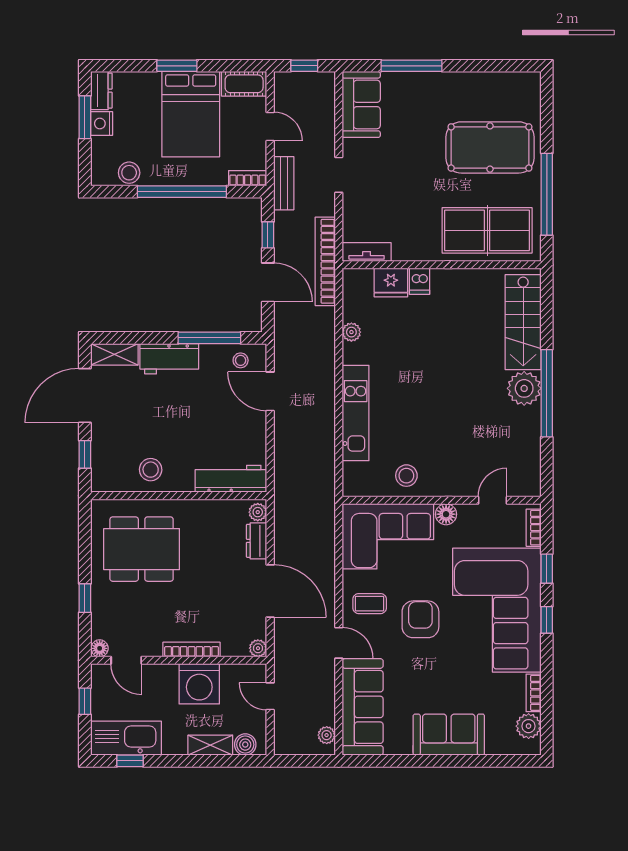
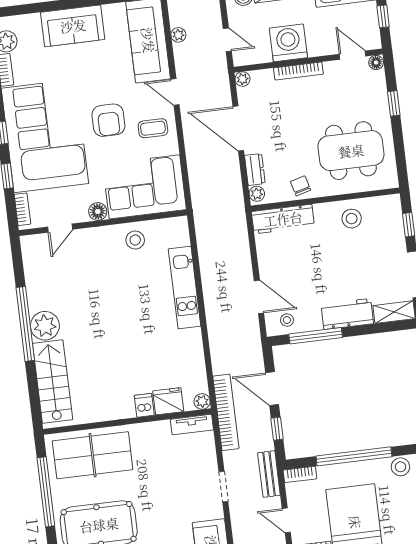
plant: (351, 332) -> (202, 401), moved
chair: (205, 515) -> (301, 186), added
plant: (327, 735) -> (178, 35), moved

